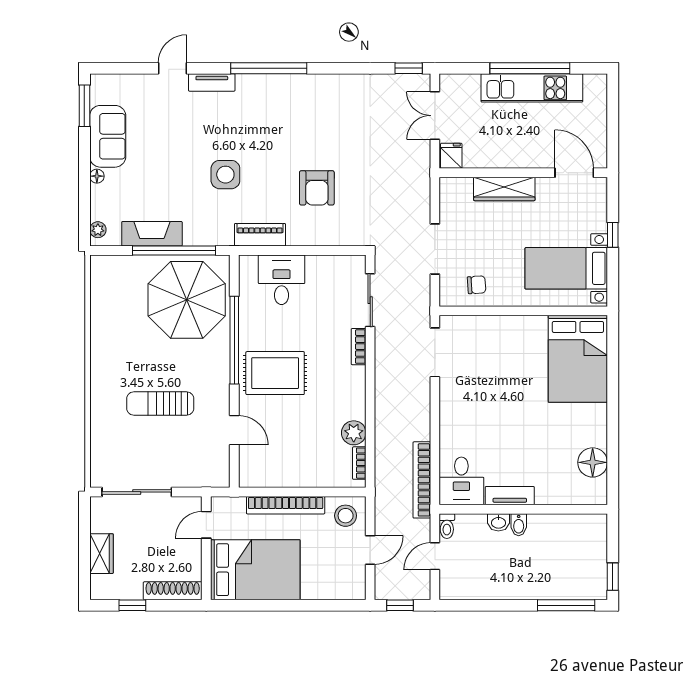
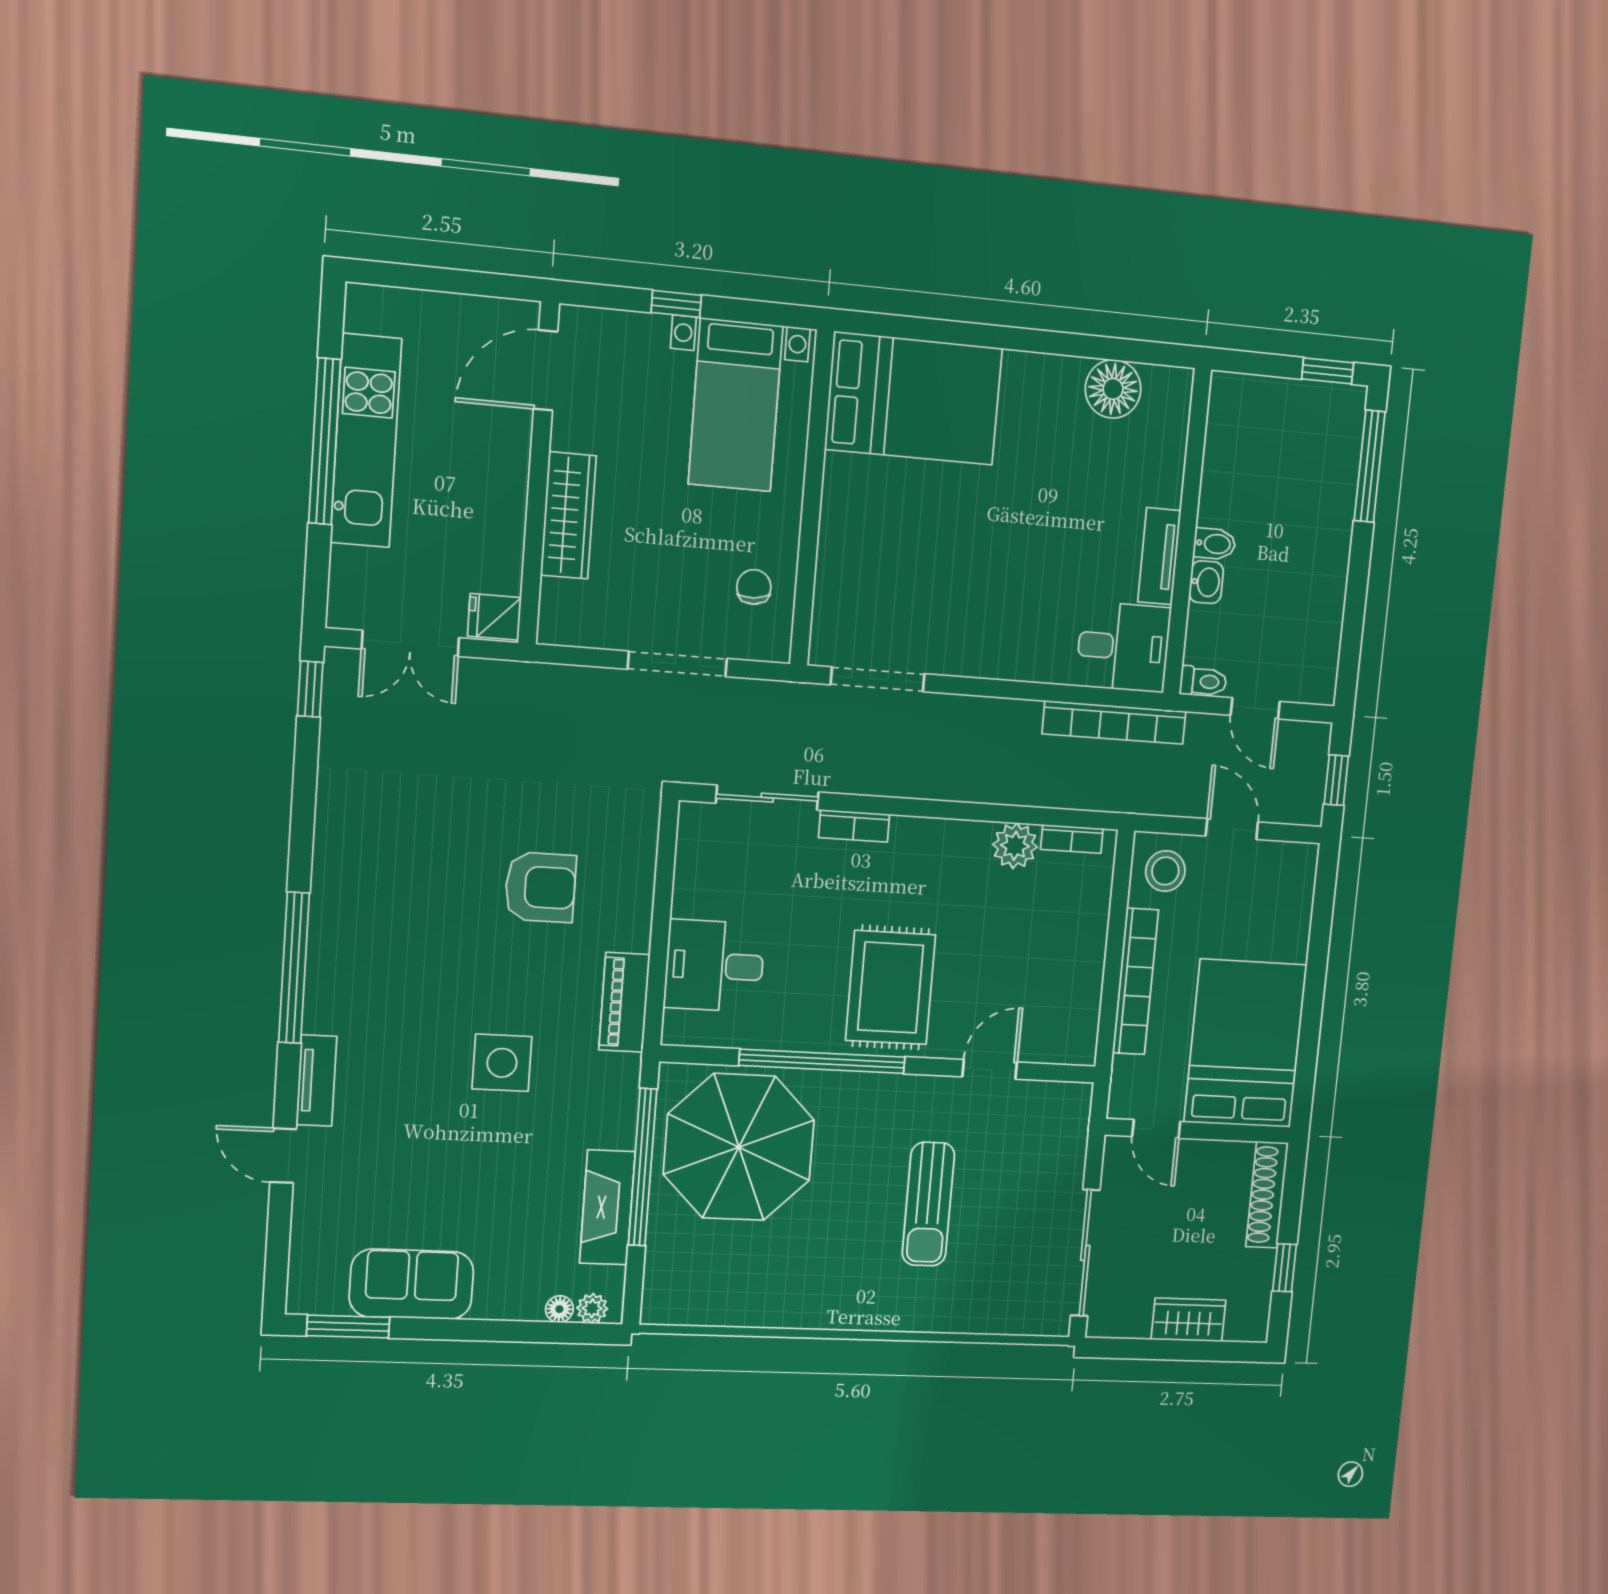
floor lamp: (97, 176) -> (559, 1309), moved

